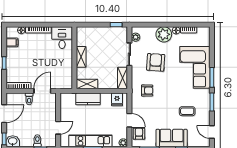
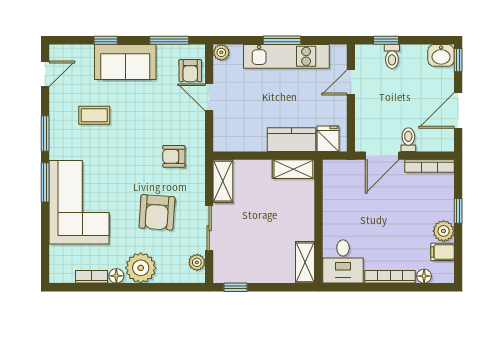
plant: (11, 53) -> (444, 231), added
shelving: (81, 57) -> (305, 262), moved
fridge: (117, 99) -> (328, 139), moved
door: (212, 132) -> (45, 74), hinge flipped

